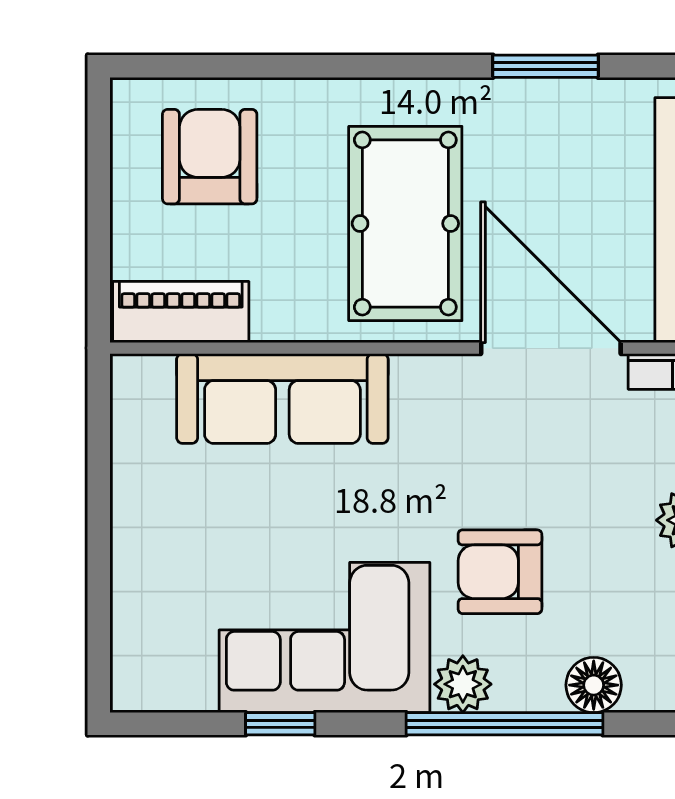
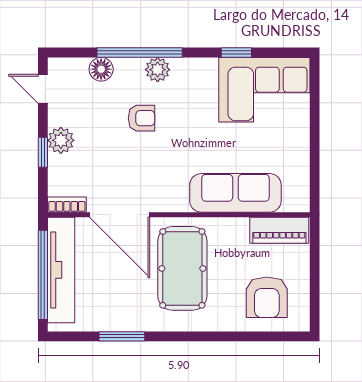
armchair: (500, 572) -> (142, 118), width x0.72, depth x0.72
corner sofa: (324, 637) -> (264, 90), moved

